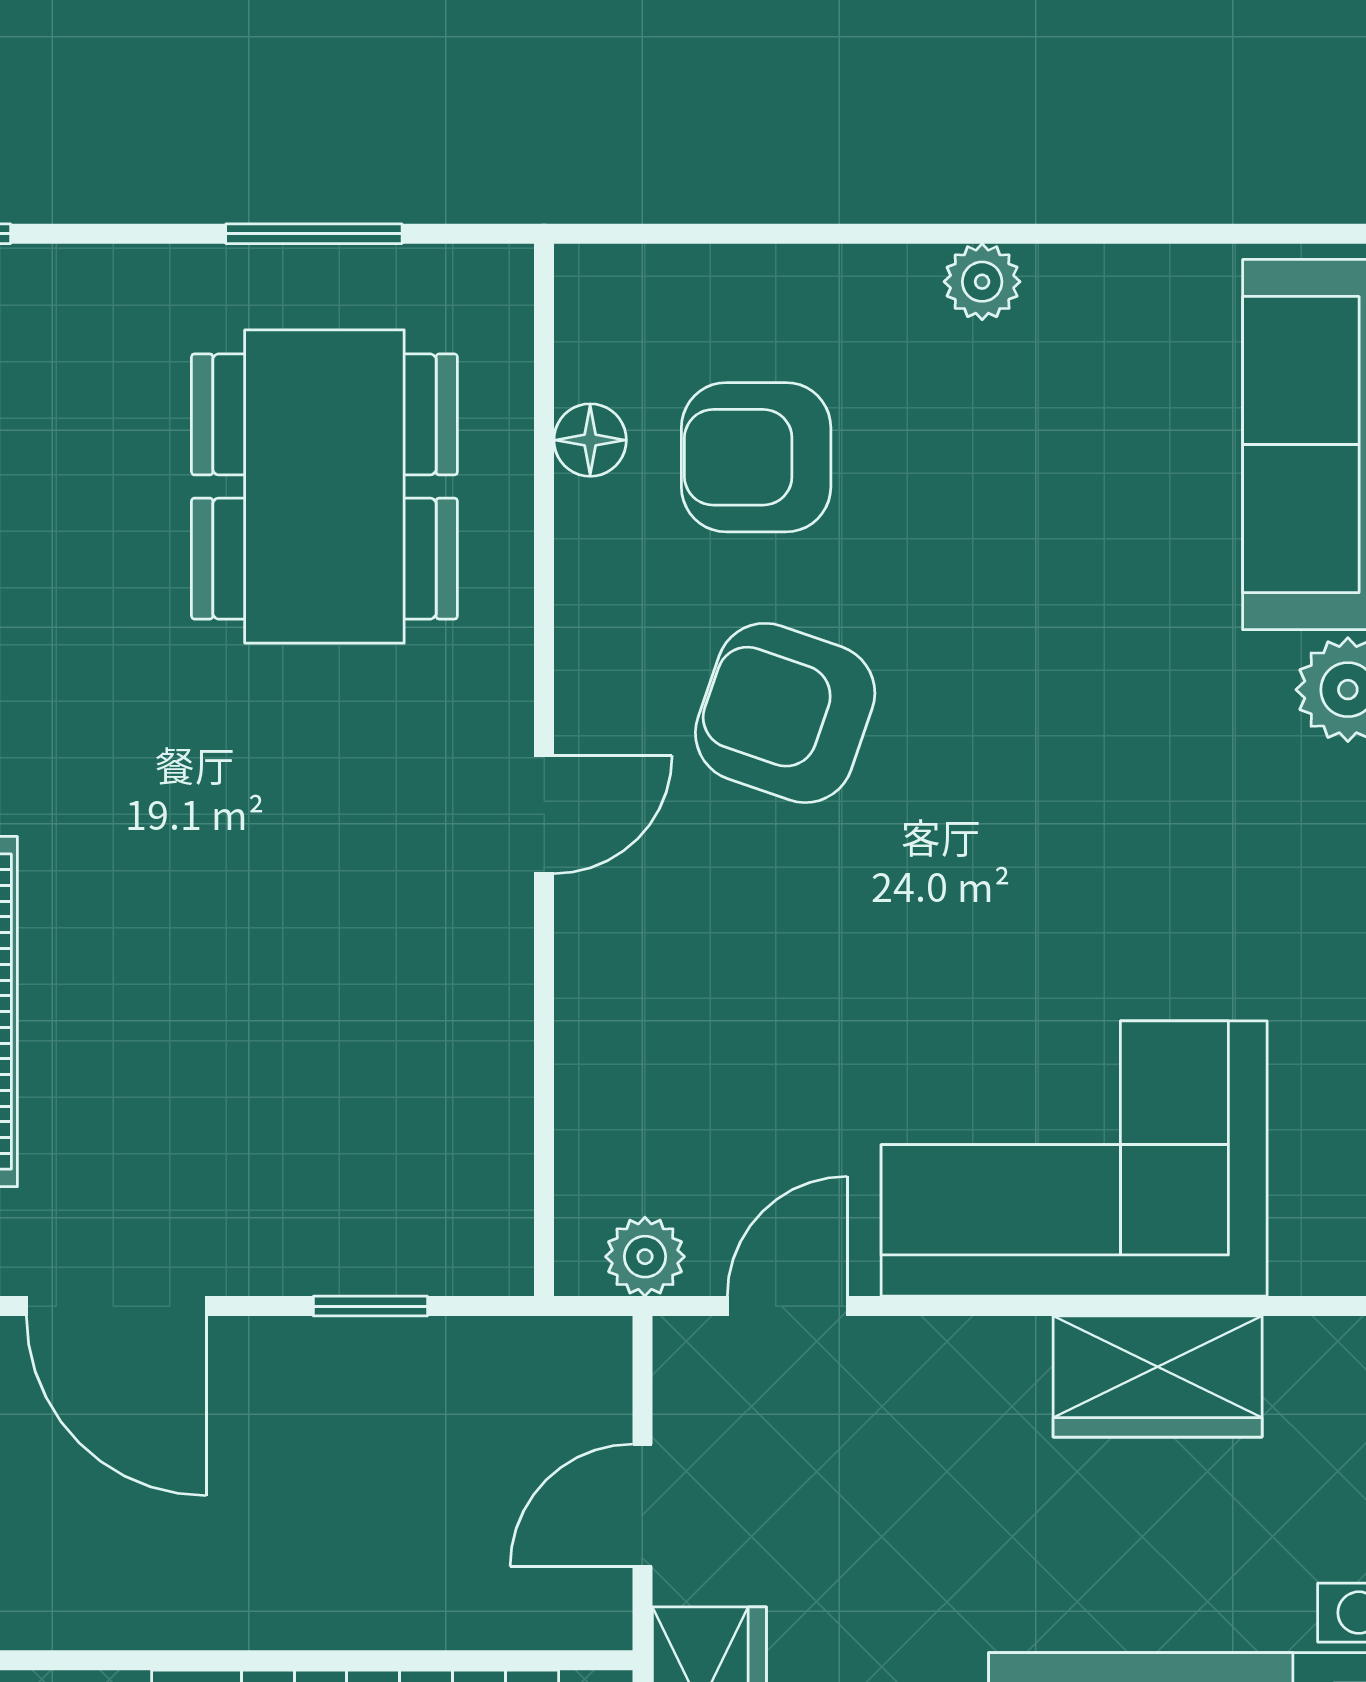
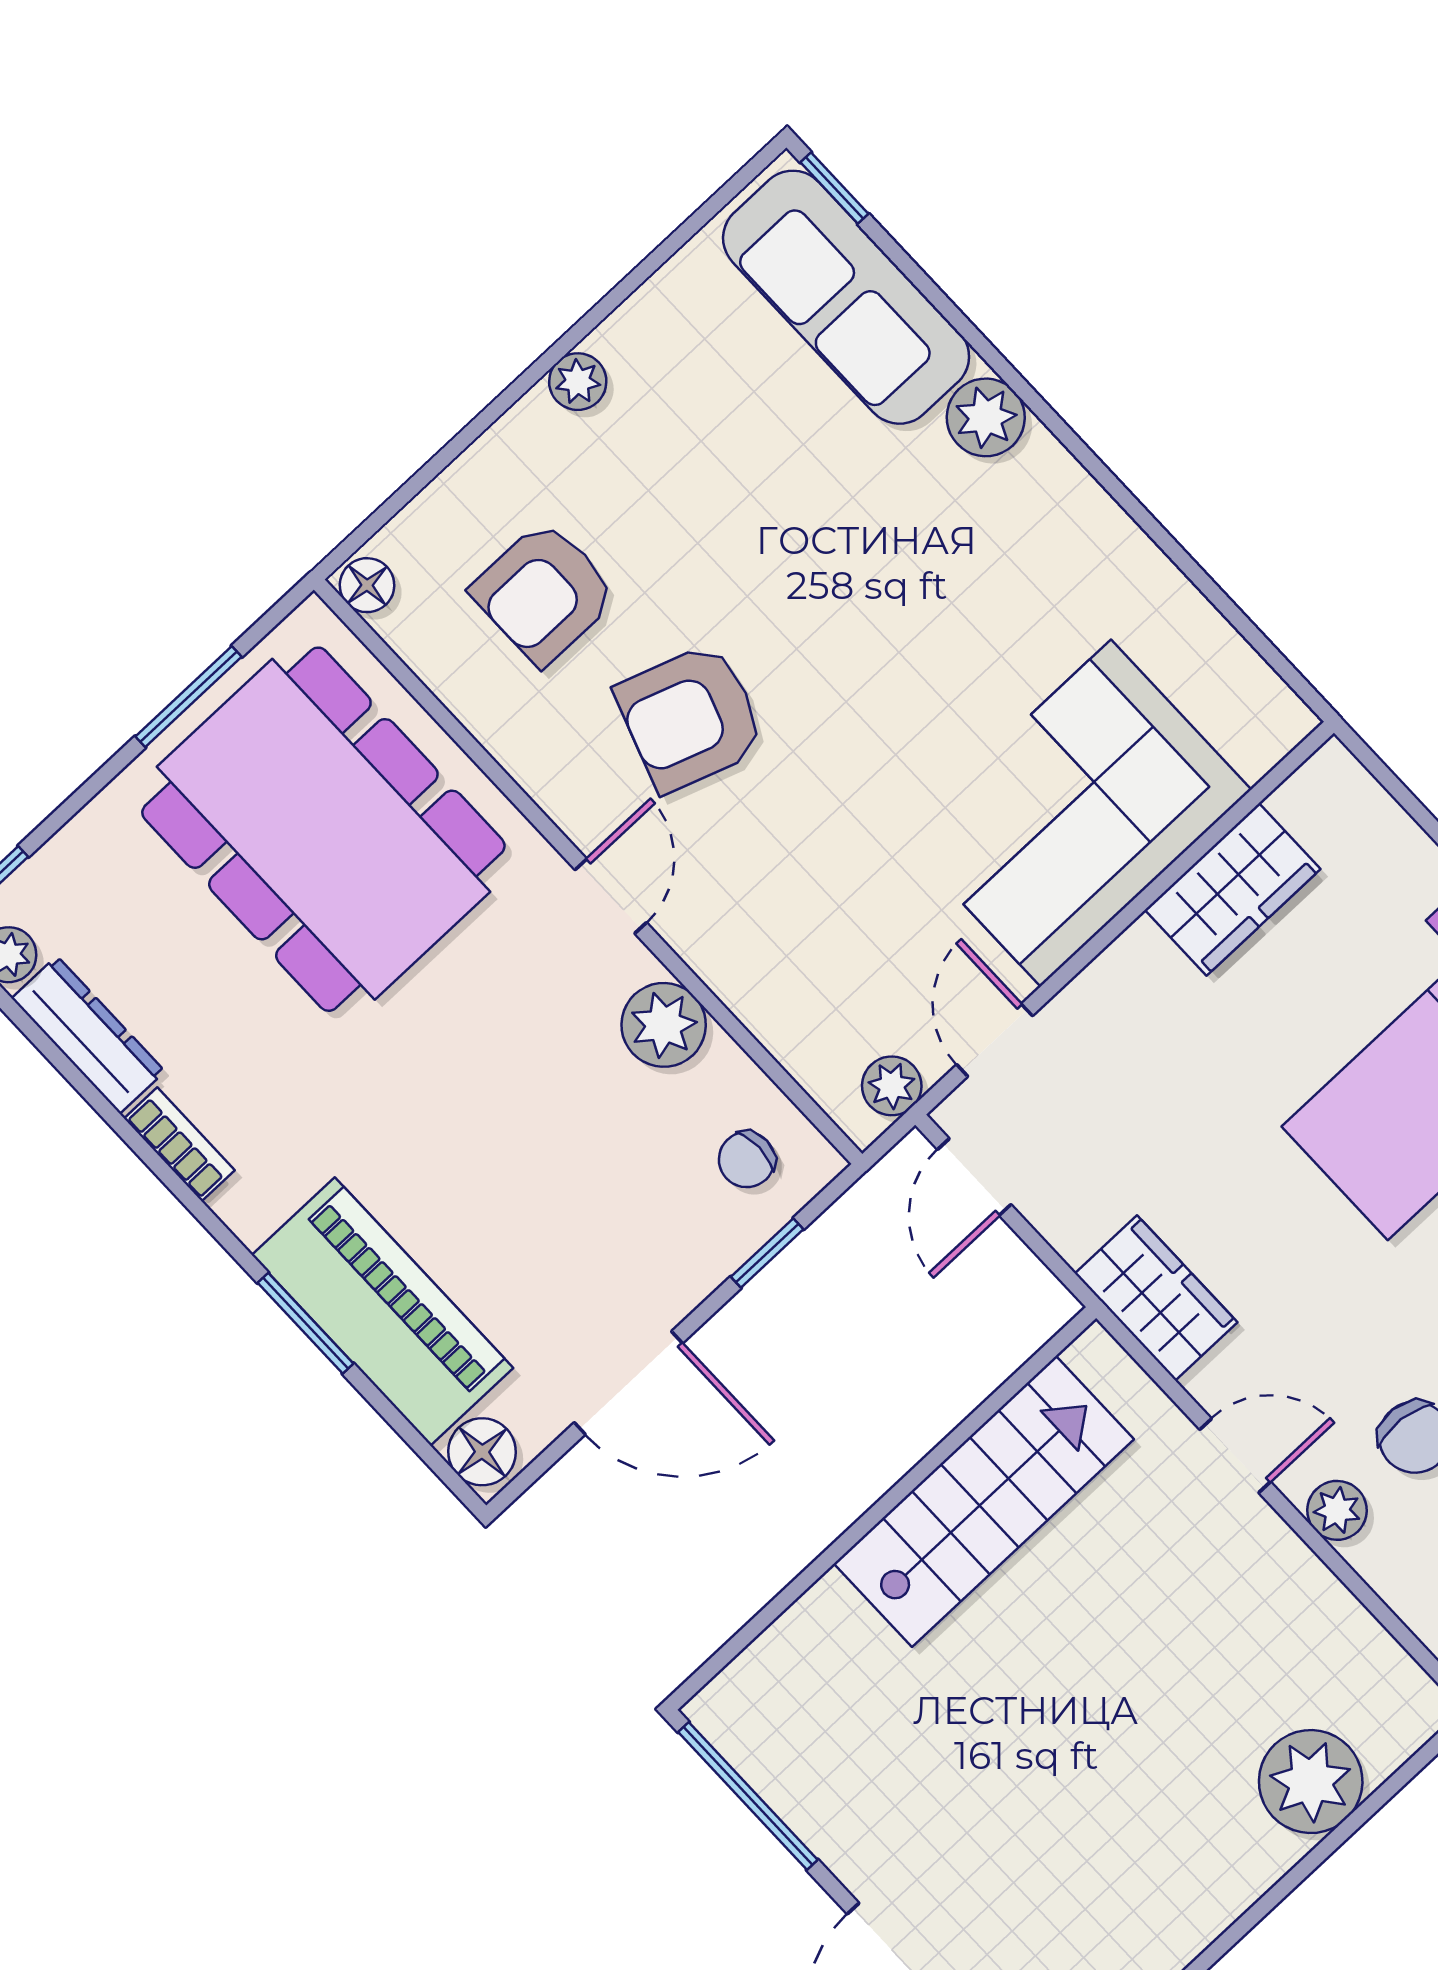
floor lamp: (590, 440) -> (367, 585), moved
dining table: (324, 486) -> (323, 829), width x1.36, depth x1.24
plant: (478, 989) -> (664, 1025), added
chair: (436, 1196) -> (747, 1160), added
door: (642, 1505) -> (974, 1177), moved

